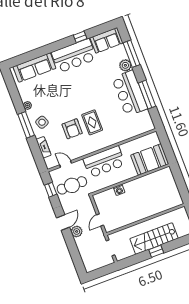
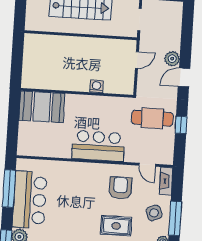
rug: (92, 122) -> (116, 226), moved, turned 90
wall: (102, 150) -> (95, 161), moved
bar counter: (104, 162) -> (98, 146), moved
door: (66, 164) -> (147, 165), moved

